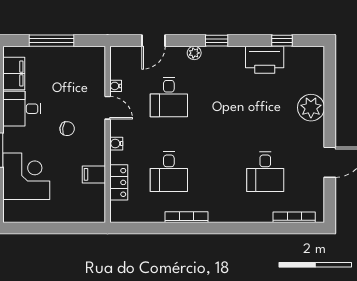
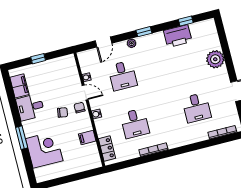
window: (51, 41) -> (38, 59), width x0.46
chair: (94, 128) -> (80, 108), added
locker: (119, 182) -> (107, 148), moved

